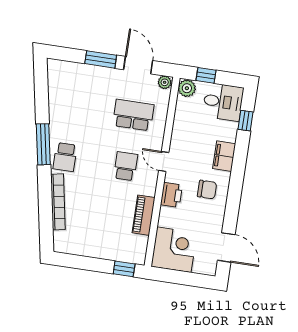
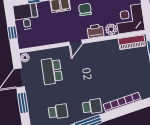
plant: (187, 88) -> (111, 29), moved
school desk: (126, 166) -> (58, 112), moved, turned 180
piano: (144, 215) -> (132, 42), moved

